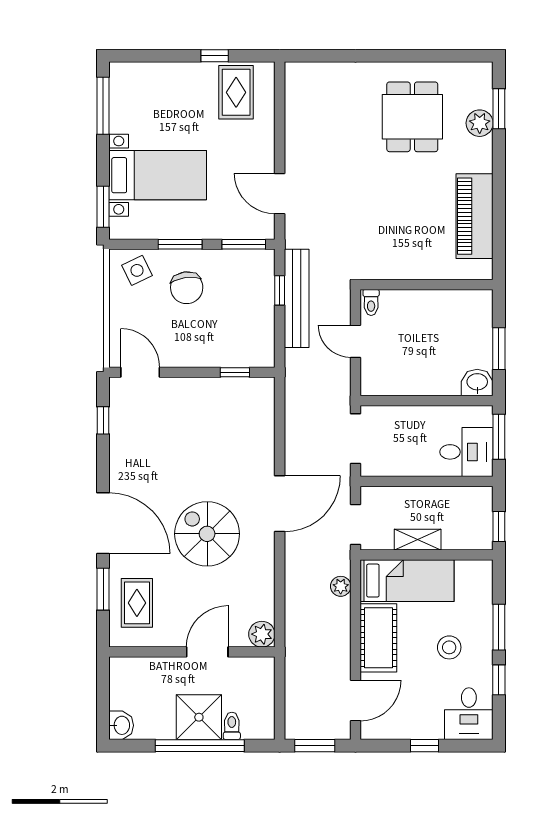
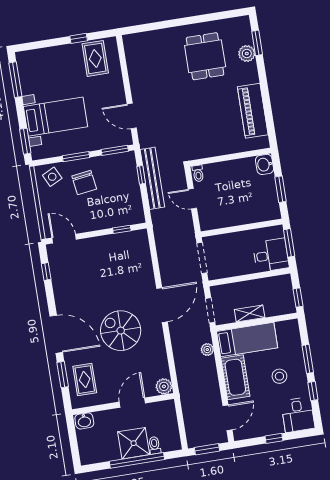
washbasin: (477, 383) -> (265, 164), moved, turned -90
washbasin: (121, 725) -> (84, 421), moved, turned 90

